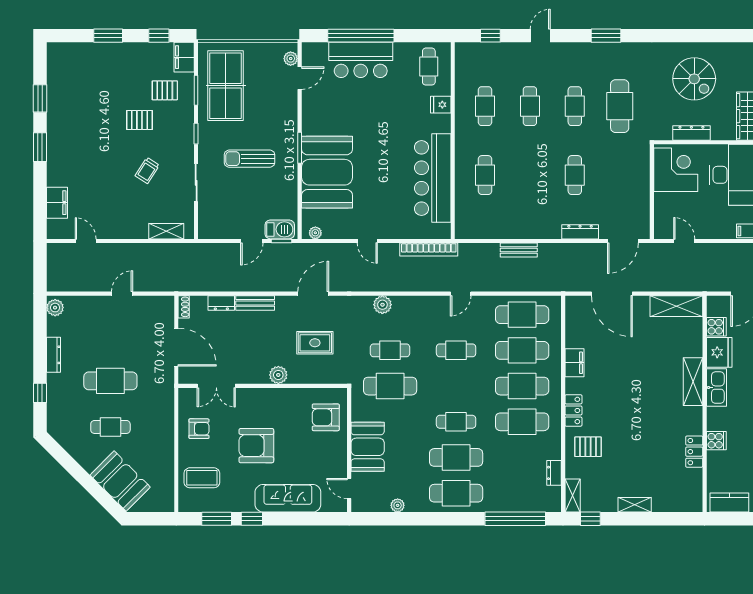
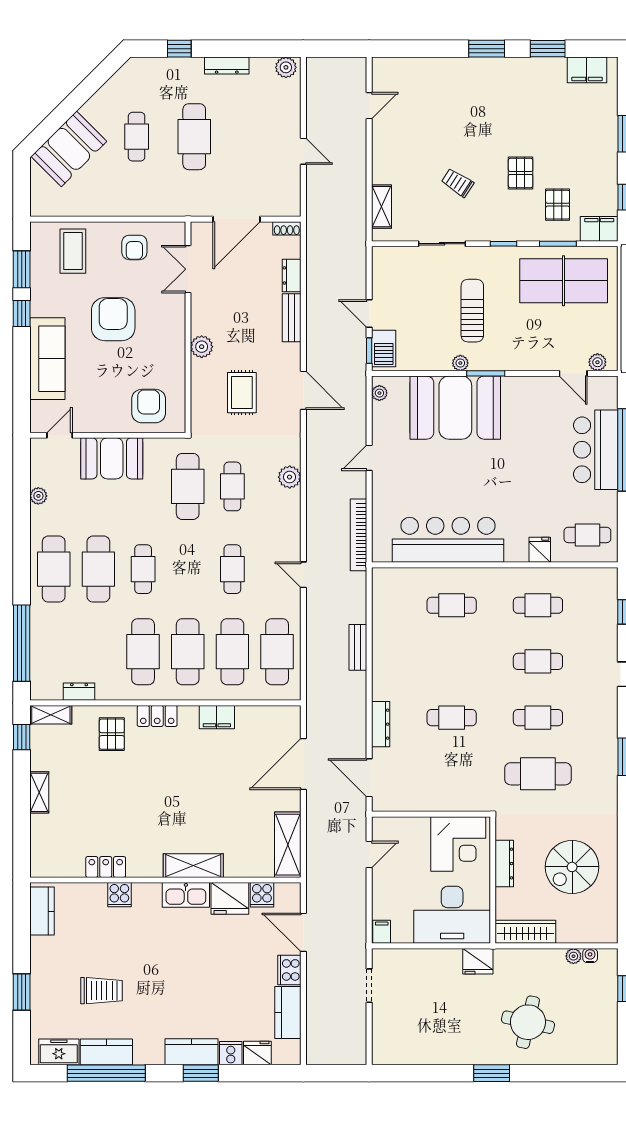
plant: (291, 168) -> (460, 363), added
filing cabinet: (57, 203) -> (587, 70), moved

